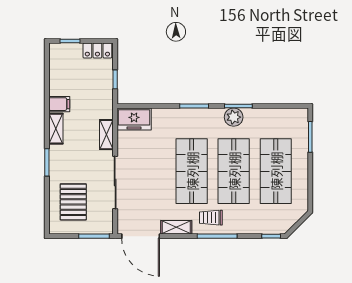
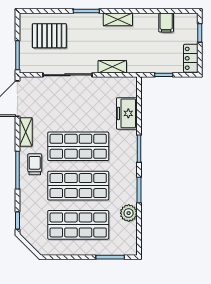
filing cabinet: (59, 104) -> (166, 23), moved
plant: (234, 117) -> (129, 213), moved
freezer: (134, 119) -> (127, 113), moved

